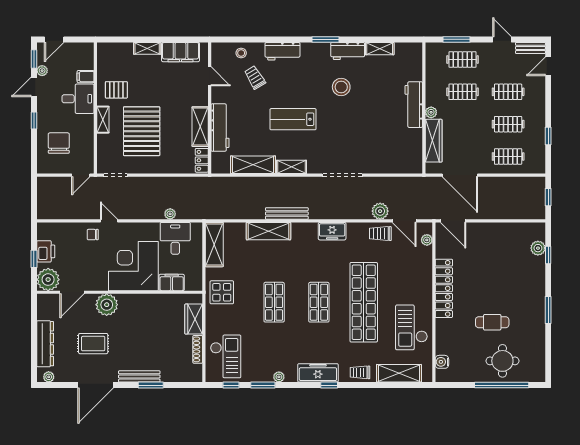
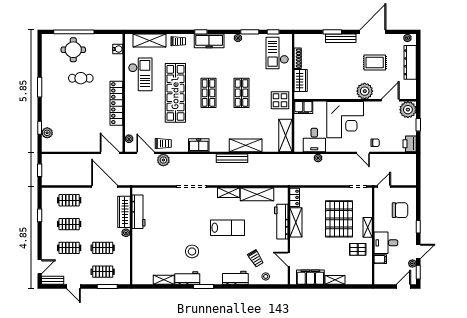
workbench: (414, 105) -> (139, 212), moved
chair: (59, 143) -> (400, 210), turned -90
printer: (46, 251) -> (410, 144), moved
filing cabinet: (172, 283) -> (303, 107), moved

